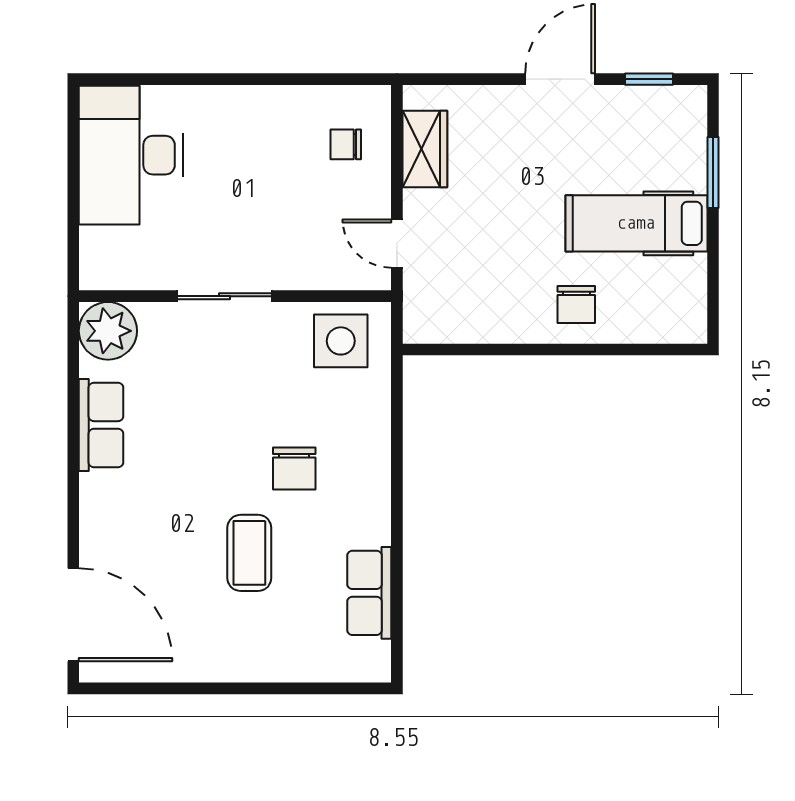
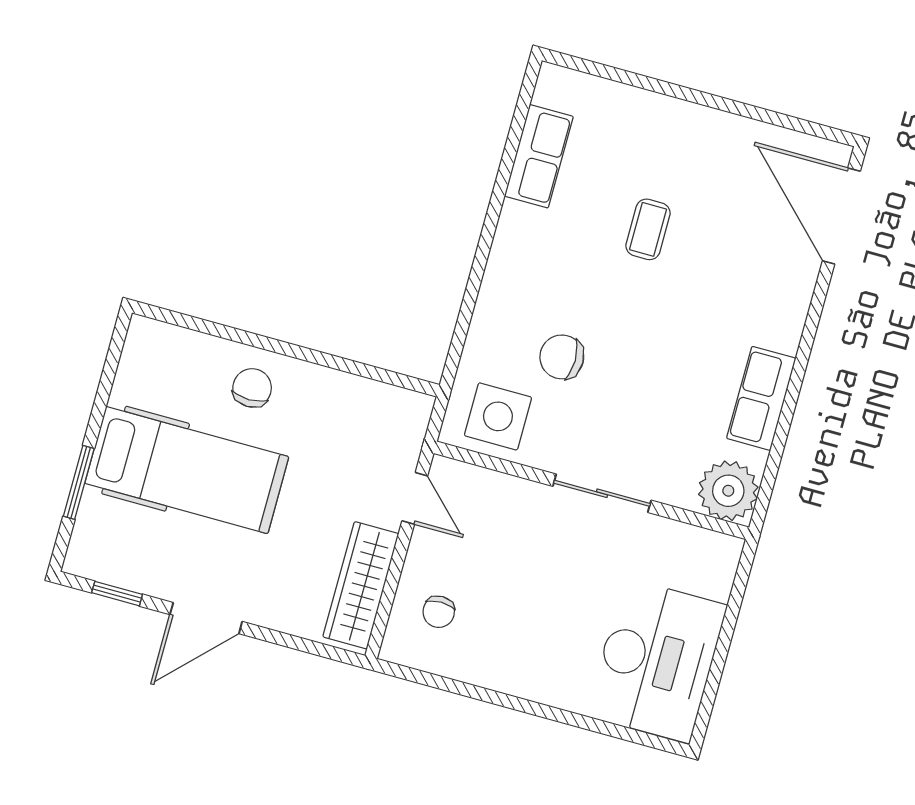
chair: (346, 144) -> (439, 612), turned 90
wardrobe: (425, 149) -> (361, 585), width x1.50
hospital bed: (636, 223) -> (187, 470), width x1.37, depth x1.29
chair: (294, 468) -> (562, 357), moved, turned -90
coffee table: (249, 553) -> (648, 229), width x0.73, depth x0.77

